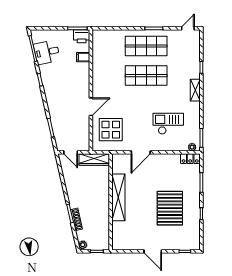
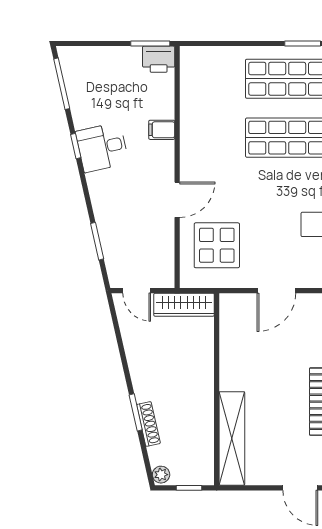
desk: (47, 52) -> (102, 147), moved
filing cabinet: (83, 57) -> (162, 130), moved
shelving: (118, 197) -> (232, 438), moved

